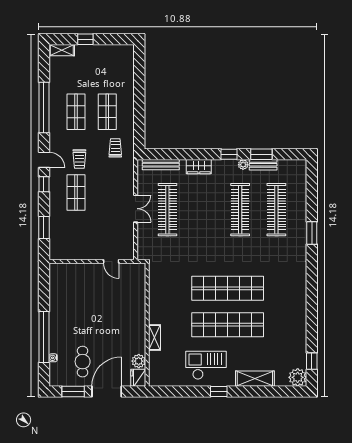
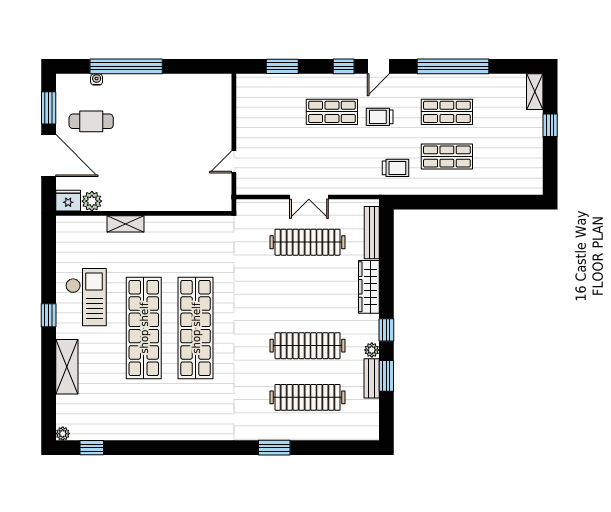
wardrobe: (199, 167) -> (369, 287), width x1.50
plant: (298, 377) -> (63, 434), width x0.53, depth x0.53

